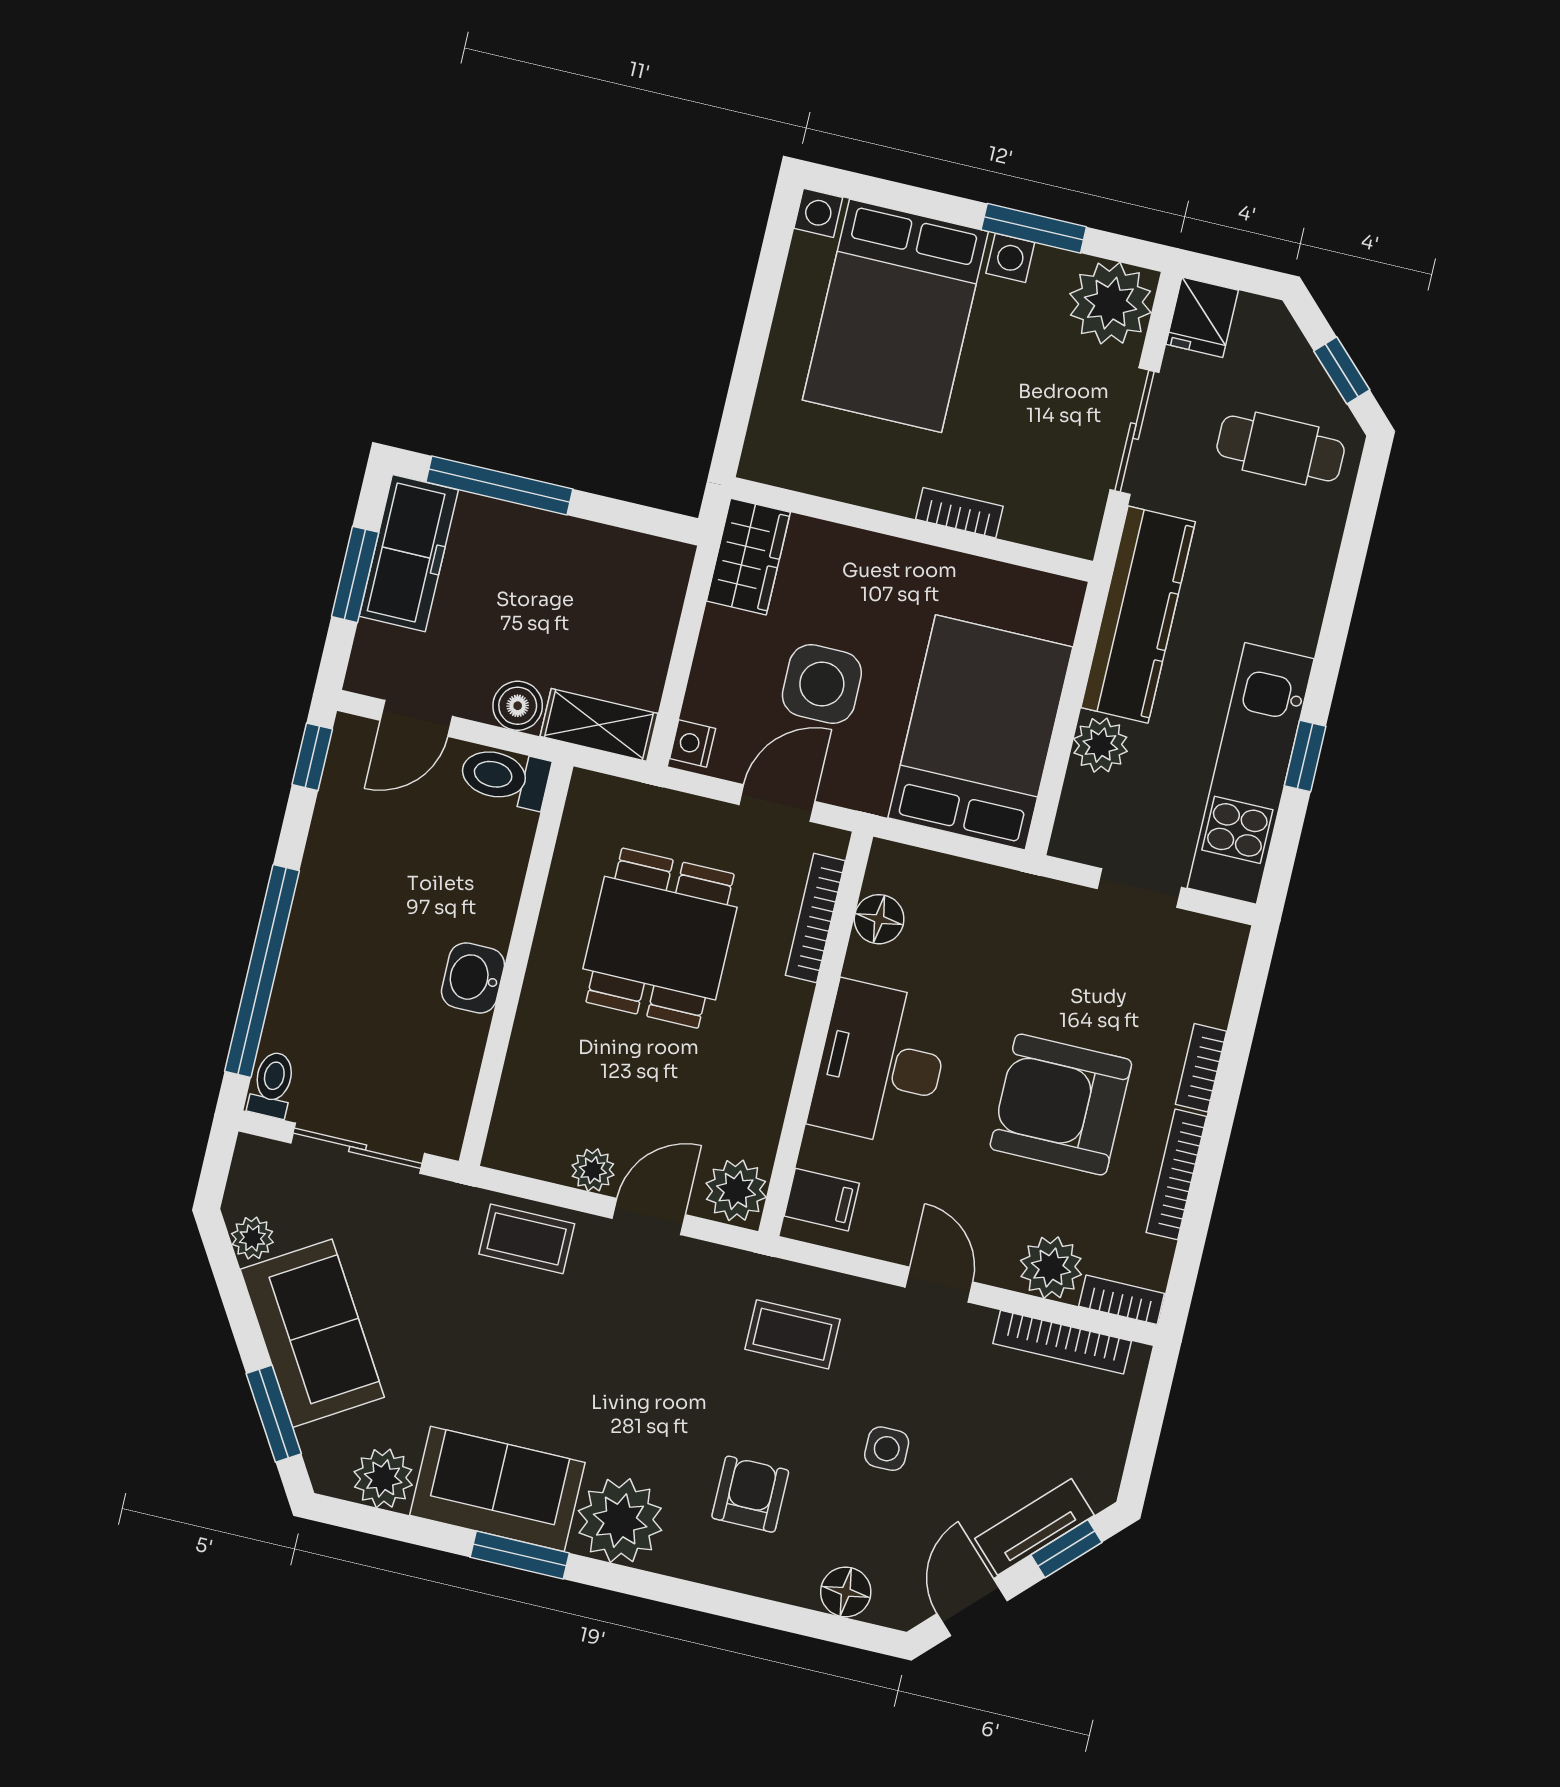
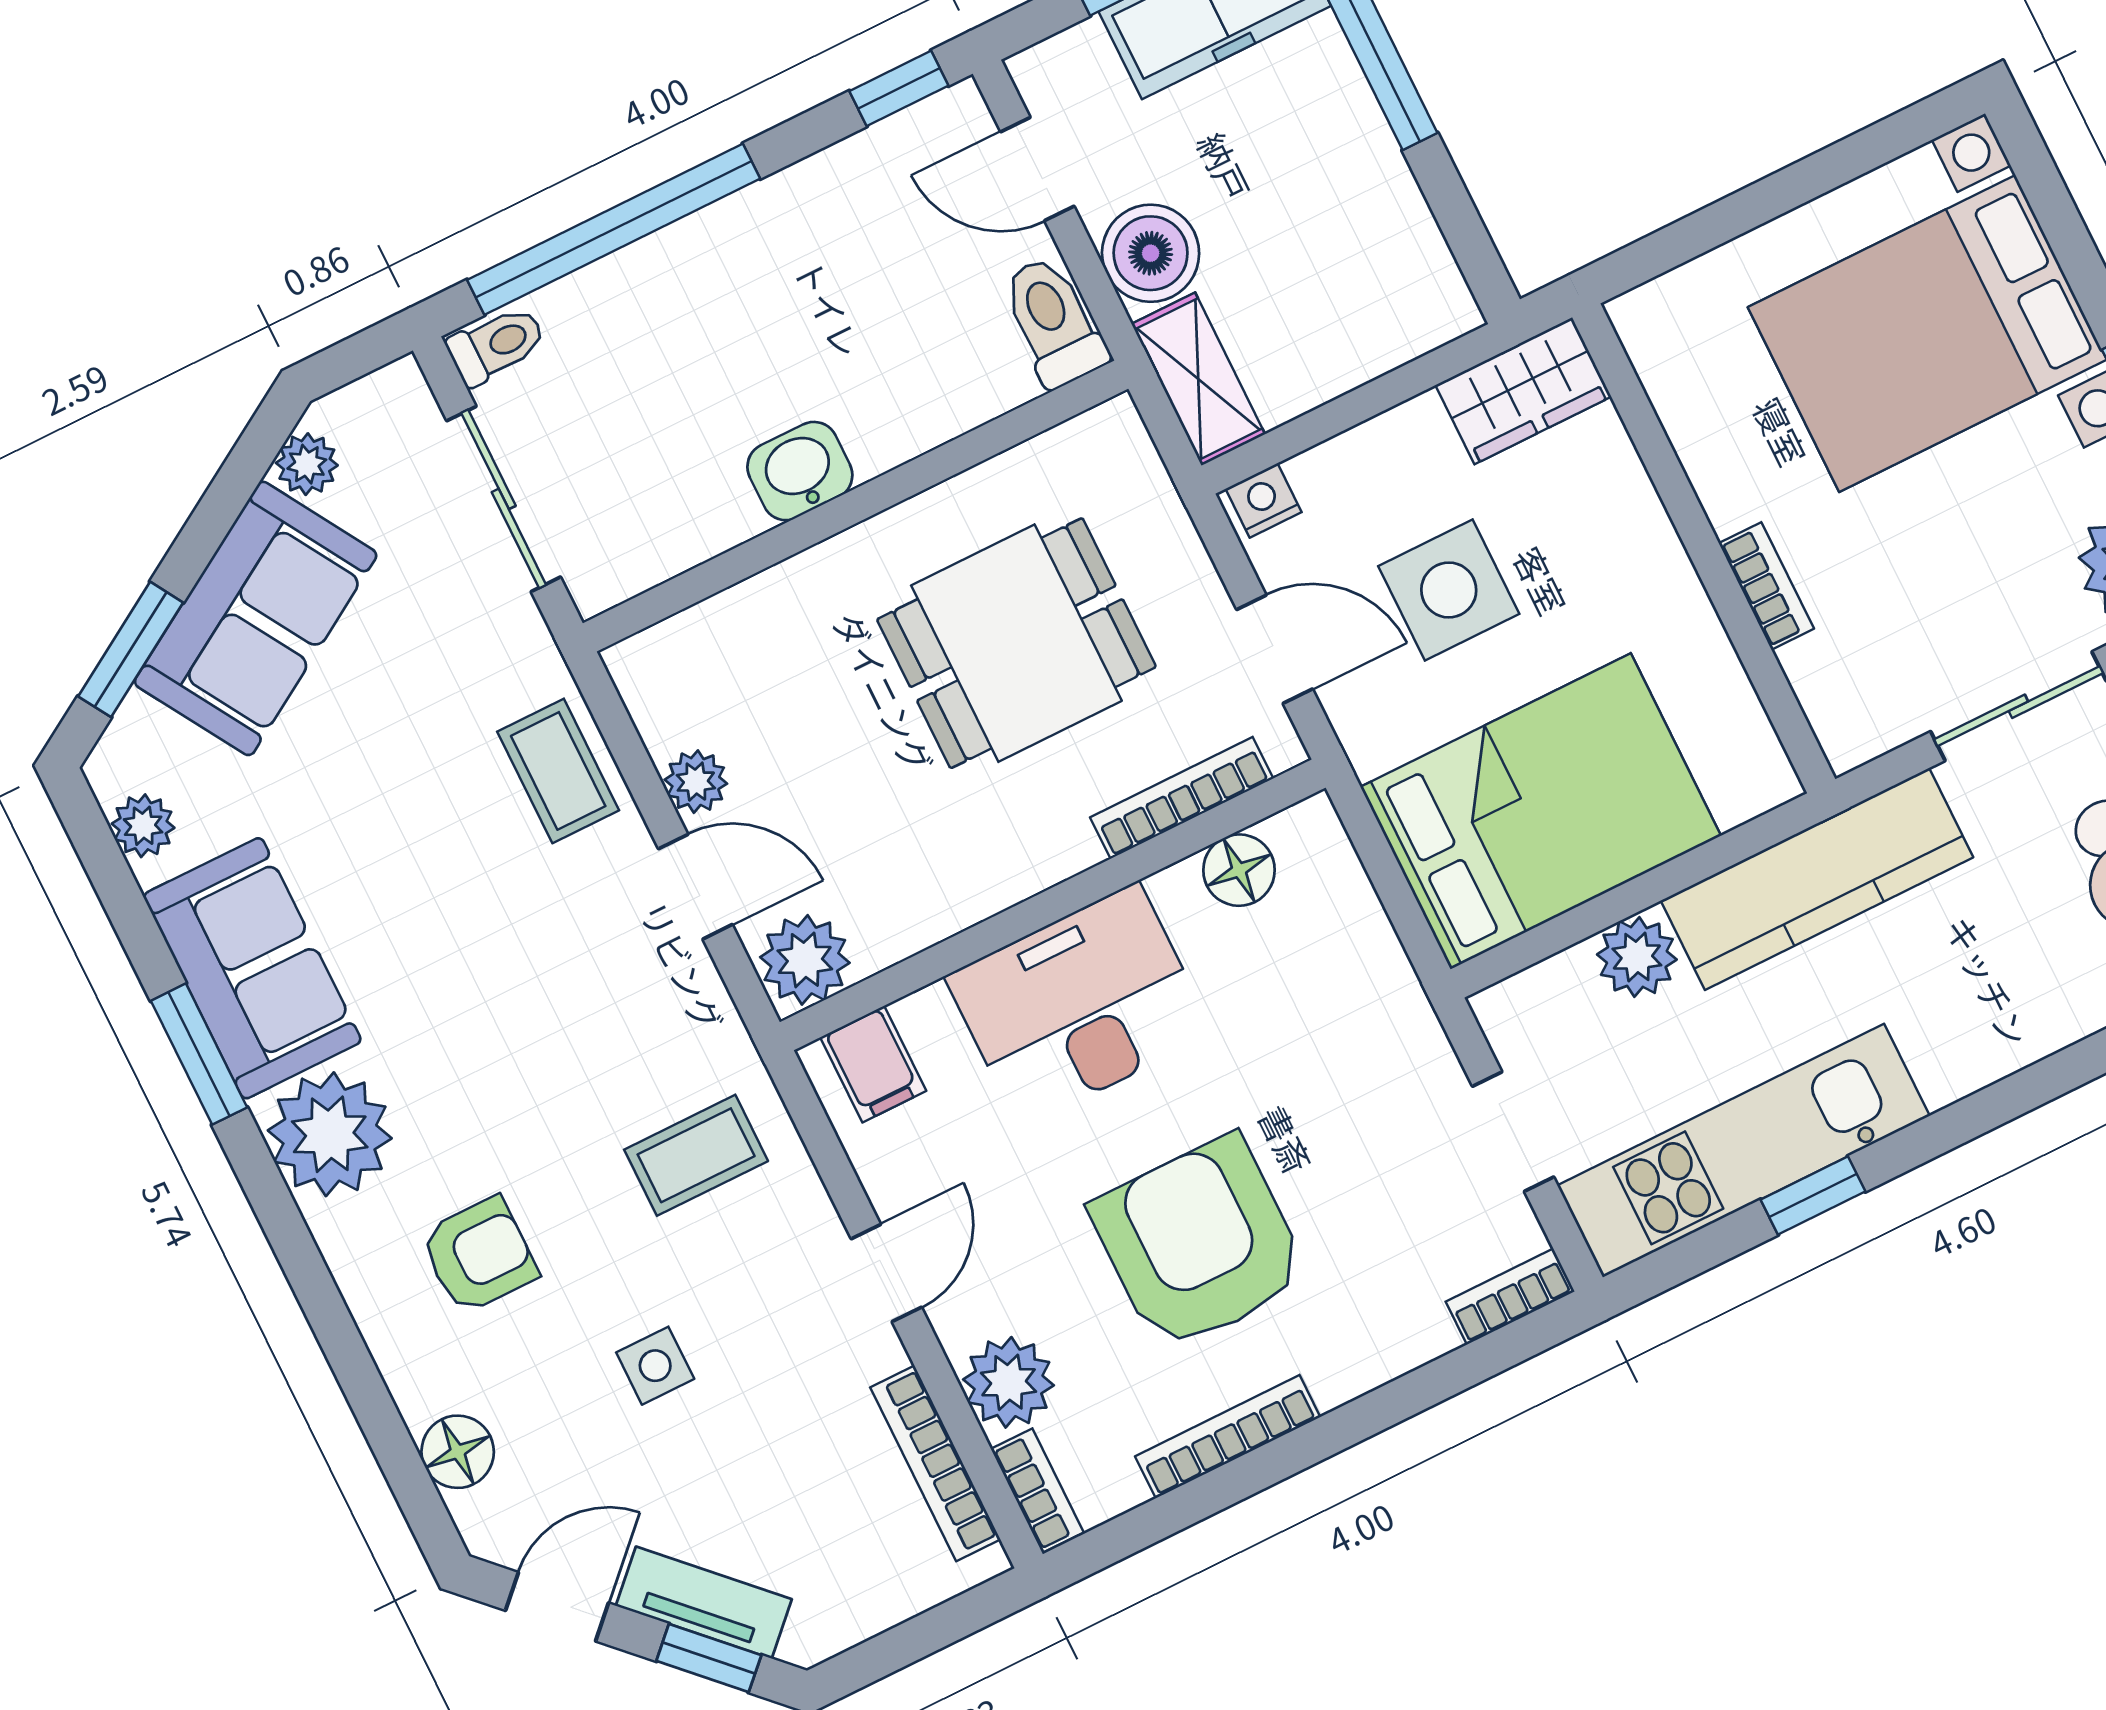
boiler: (518, 706) -> (1151, 253), width x1.36, depth x1.36
bookcase: (1201, 1068) -> (1510, 1296), moved
coffee table: (792, 1334) -> (696, 1155), turned 90
plant: (383, 1478) -> (143, 826), width x0.73, depth x0.73

